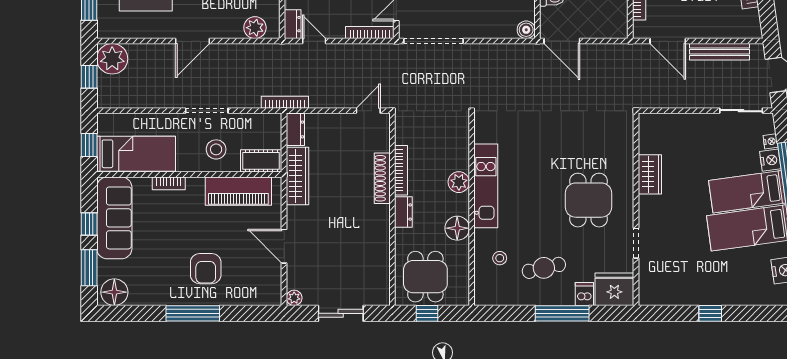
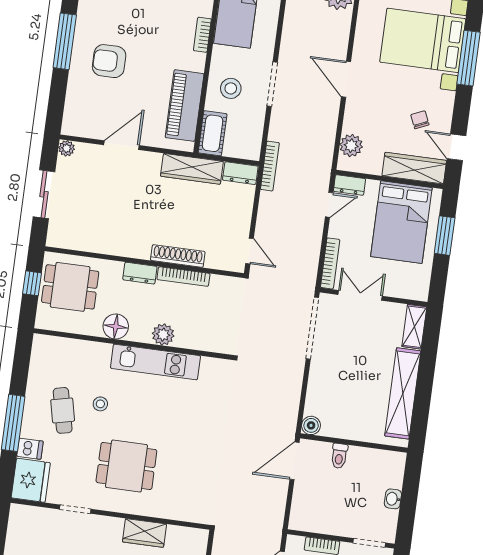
stool: (500, 258) -> (100, 404), moved

